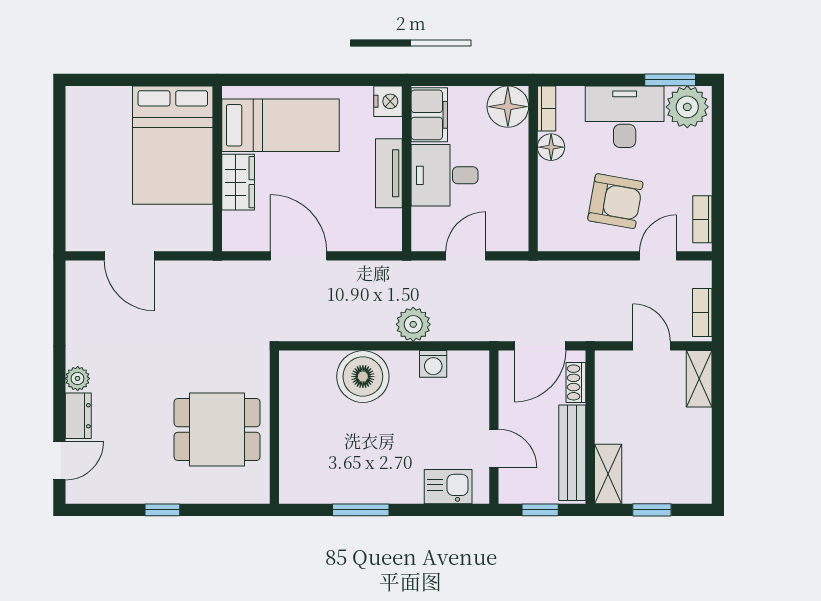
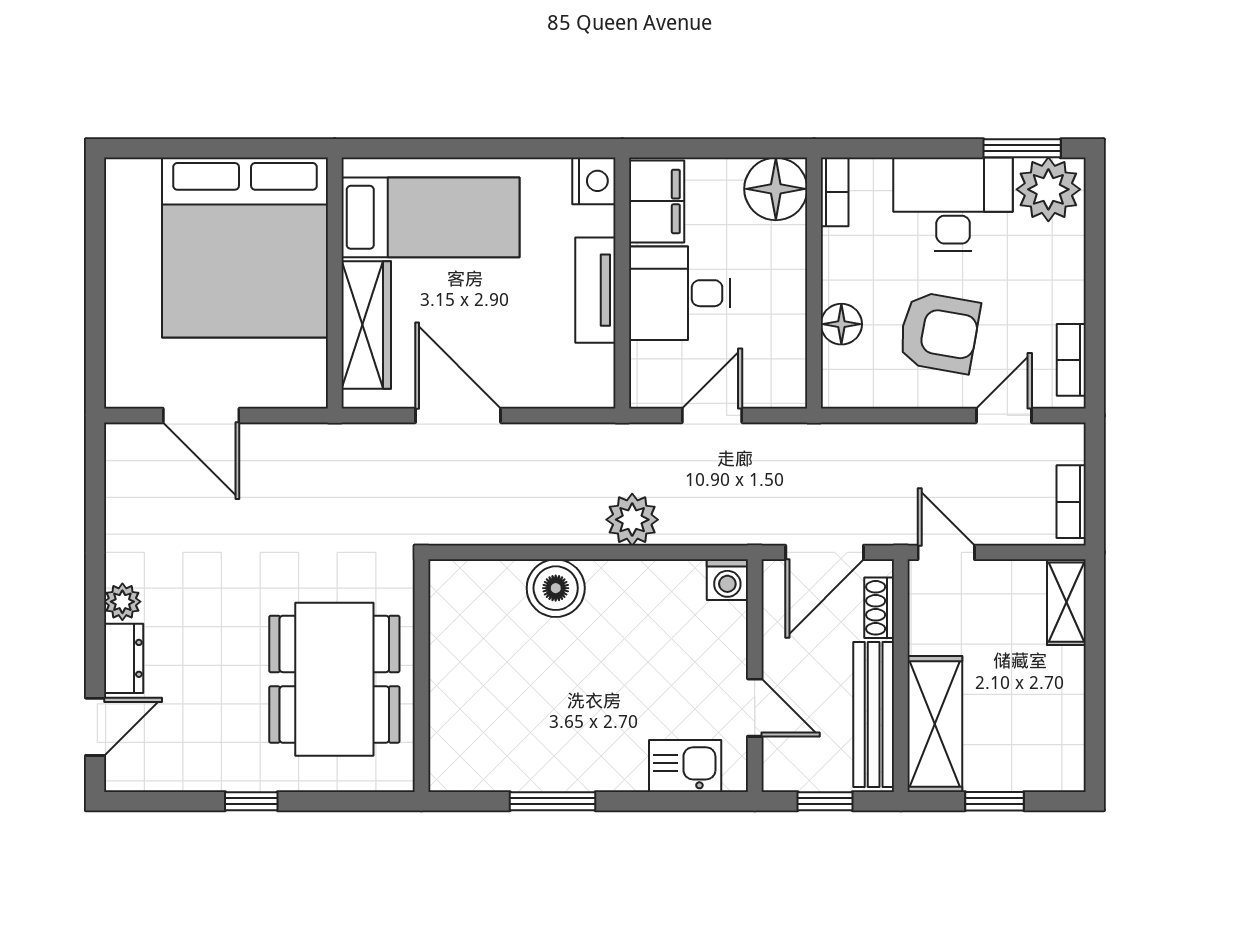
bed: (173, 145) -> (245, 248), width x1.36
floor lamp: (551, 147) -> (841, 324), moved
wardrobe: (238, 182) -> (366, 325), width x1.50
door: (652, 346) -> (946, 552), moved
washing machine: (433, 364) -> (727, 580), moved
boiler: (363, 377) -> (556, 588), width x0.73, depth x0.73
dining table: (217, 430) -> (334, 679), width x1.38
shelving: (608, 474) -> (935, 724), width x1.50, depth x1.33

